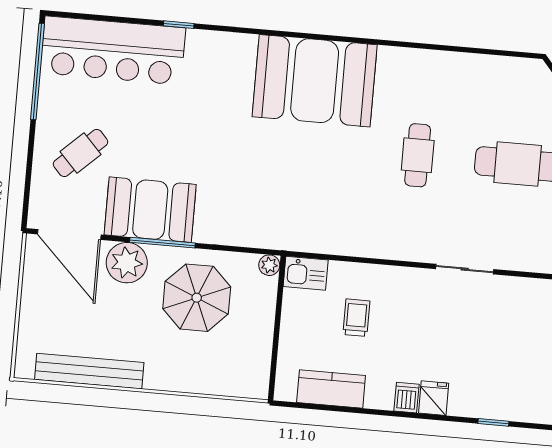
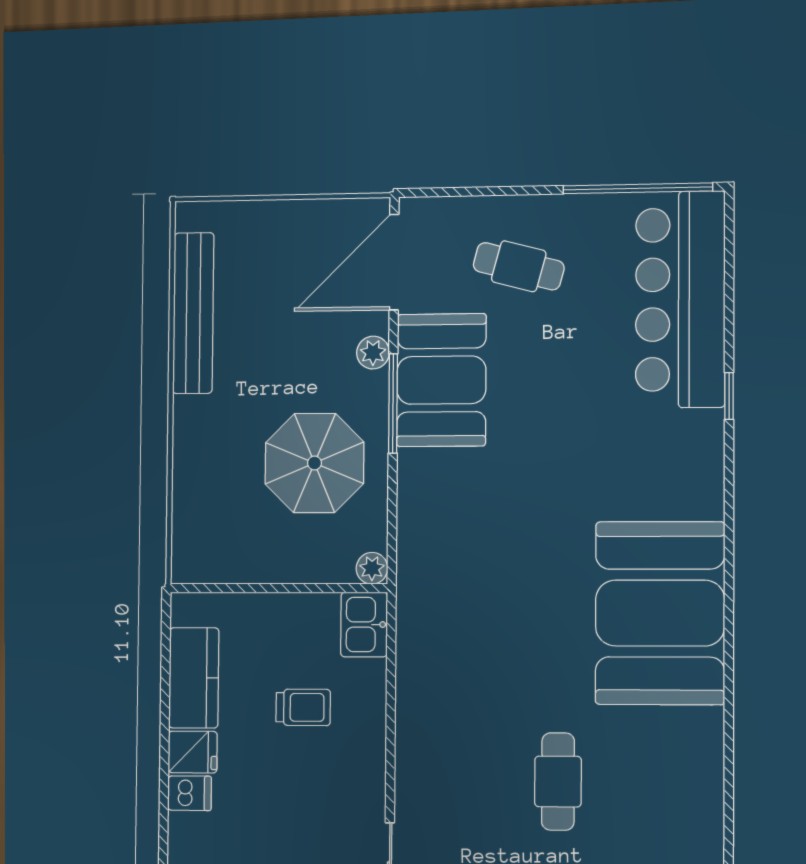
cafe table: (80, 153) -> (519, 266), turned -32
cafe table: (418, 155) -> (558, 782), turned 90
plant: (127, 263) -> (373, 353), width x0.53, depth x0.53
fridge: (434, 398) -> (193, 752), moved

